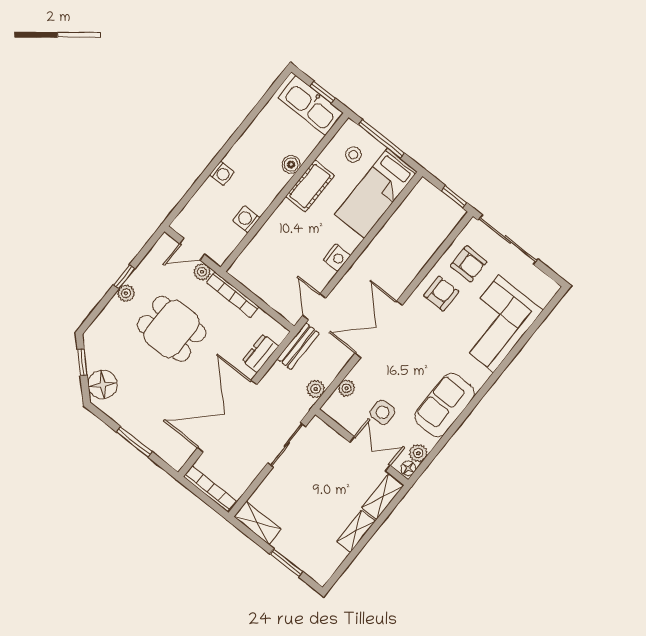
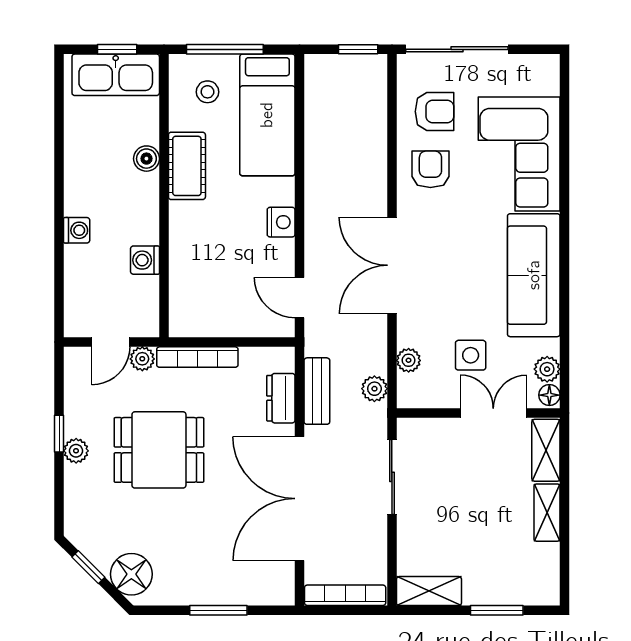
bench: (298, 346) -> (317, 391), moved
sofa: (445, 405) -> (534, 275), width x1.36

